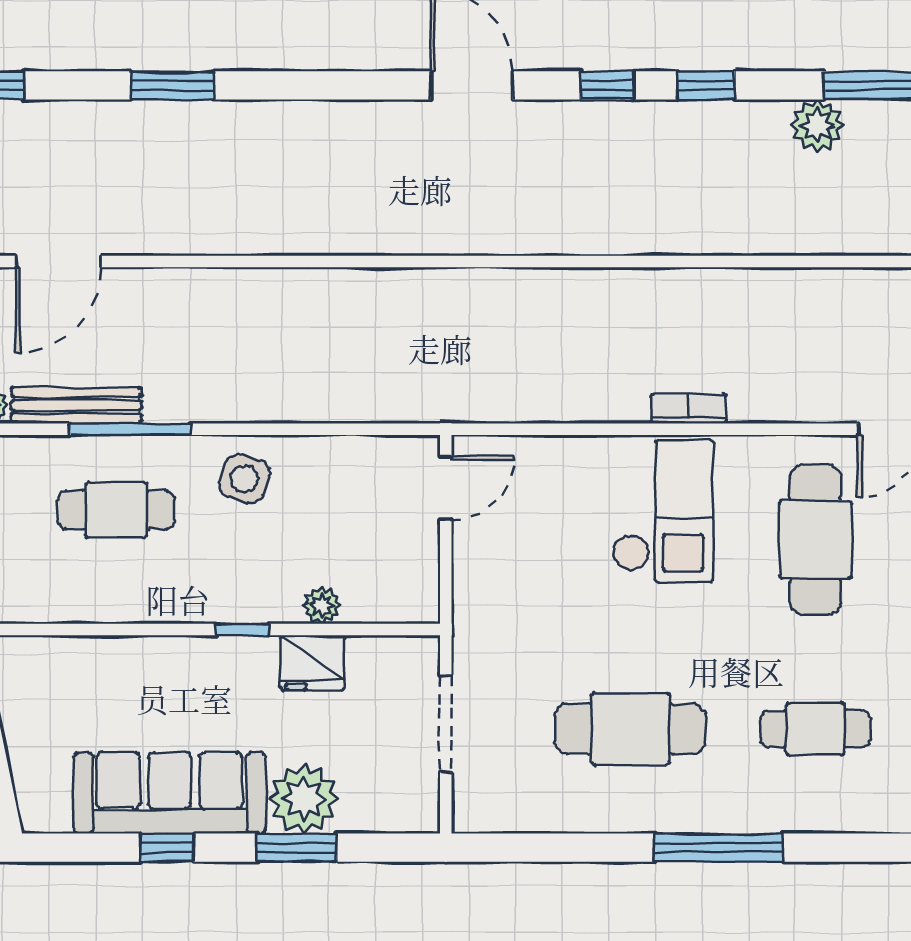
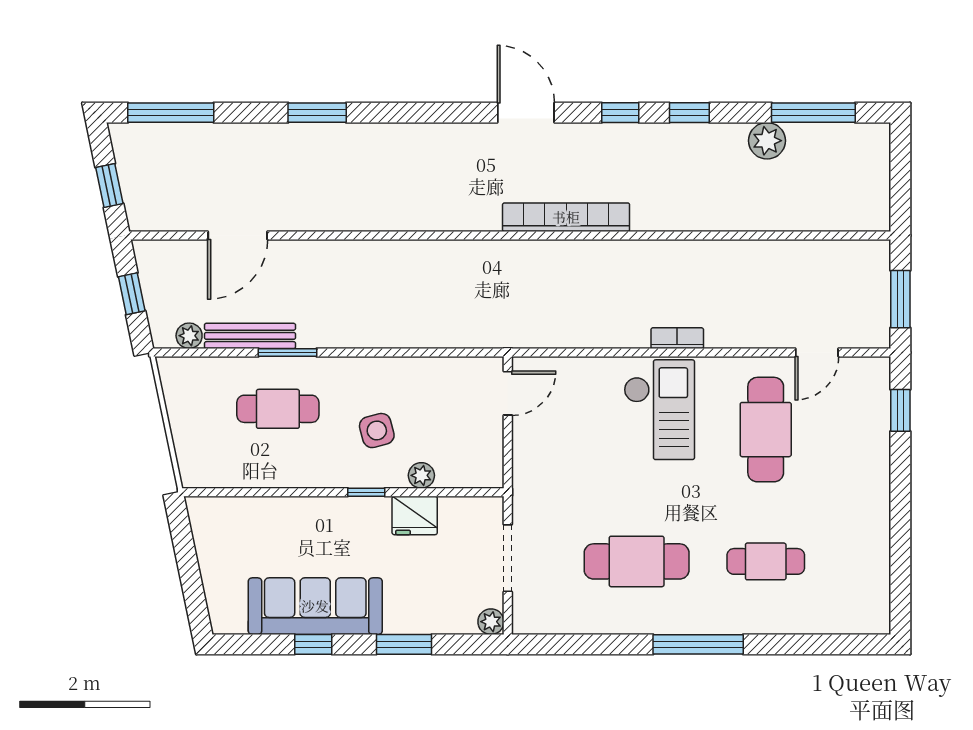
bookcase: (529, 235) -> (566, 217), added
window: (130, 429) -> (287, 353), width x0.69
side table: (244, 479) -> (377, 431), moved, turned -32
plant: (304, 799) -> (491, 622), moved, width x0.53, depth x0.53

